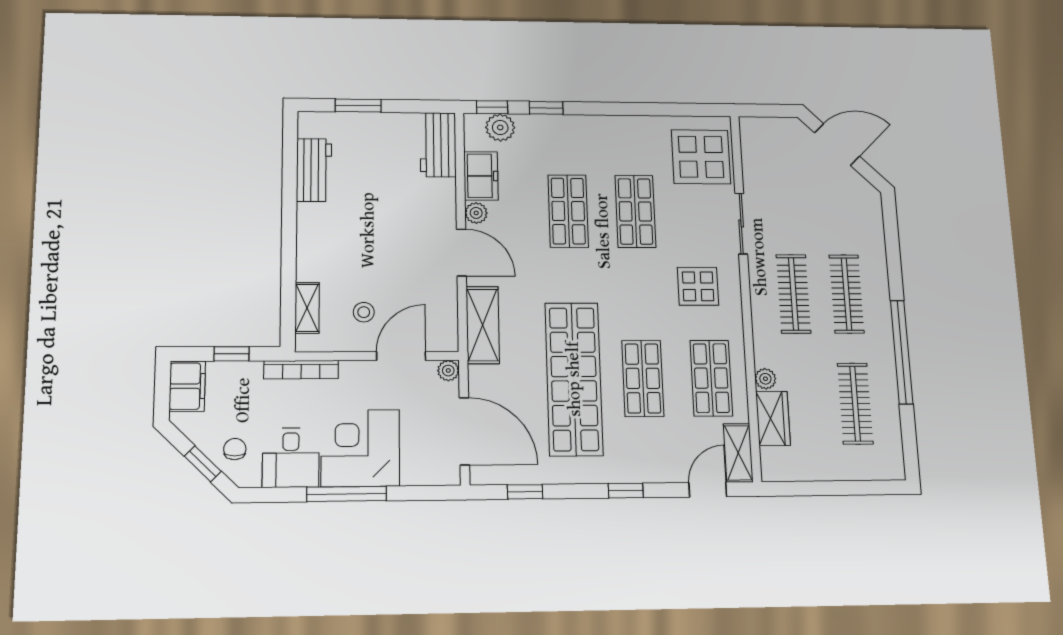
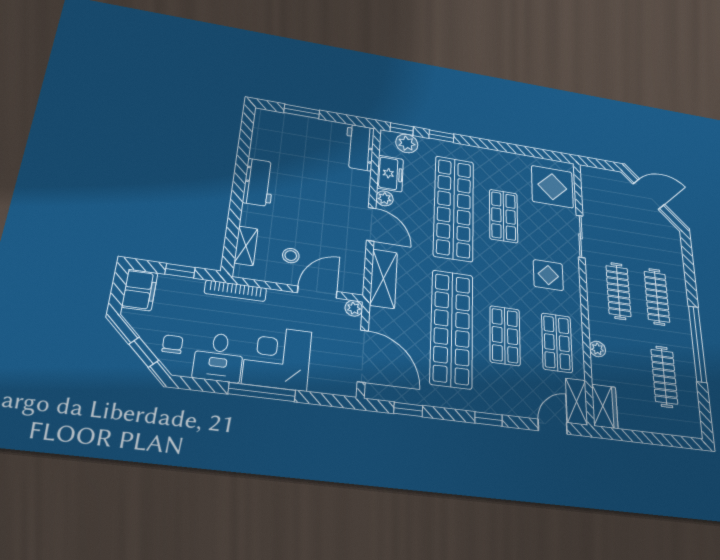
workbench: (314, 170) -> (259, 182), moved
shop shelf: (568, 211) -> (454, 208), width x2.00, depth x1.36
wardrobe: (773, 418) -> (605, 406), moved

